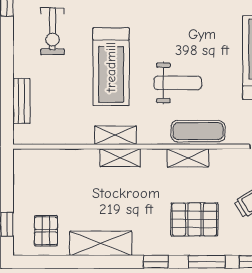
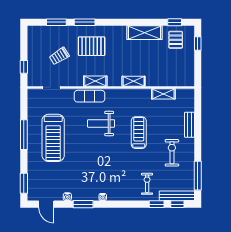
treadmill: (111, 67) -> (139, 133), width x0.73, depth x0.73
bench: (21, 101) -> (189, 125), moved
shelving: (115, 135) -> (163, 94), moved
window: (156, 262) -> (175, 22), moved

